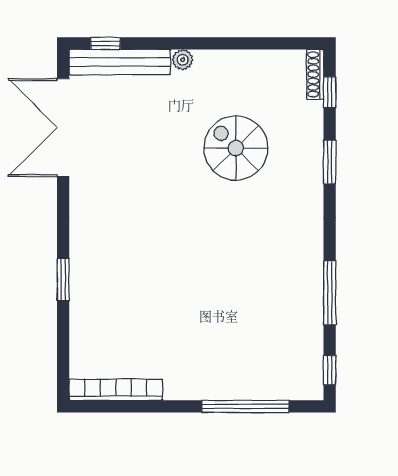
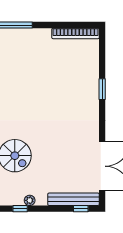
window: (225, 43) -> (20, 209), added
plant: (183, 60) -> (30, 200), moved

